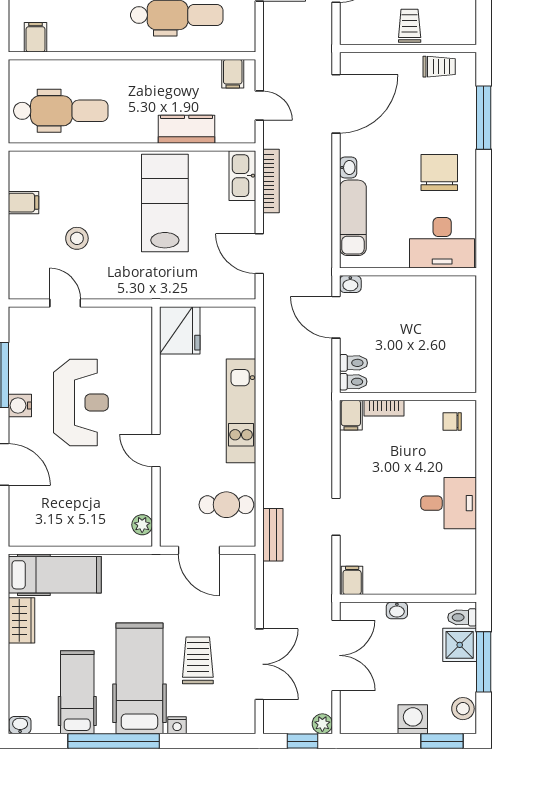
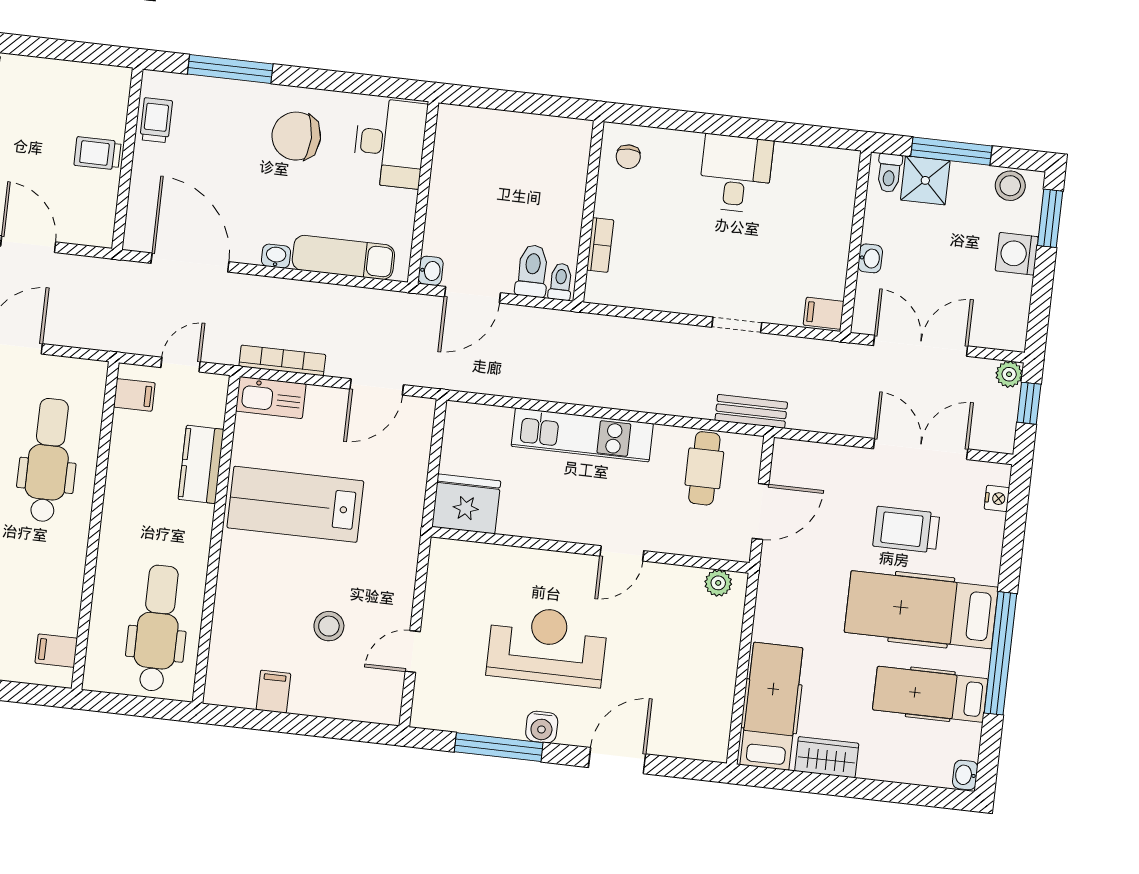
toilet: (354, 363) -> (532, 271), width x1.37, depth x1.39
filing cabinet: (351, 415) -> (605, 290), removed
nightstand: (177, 725) -> (997, 498), moved

